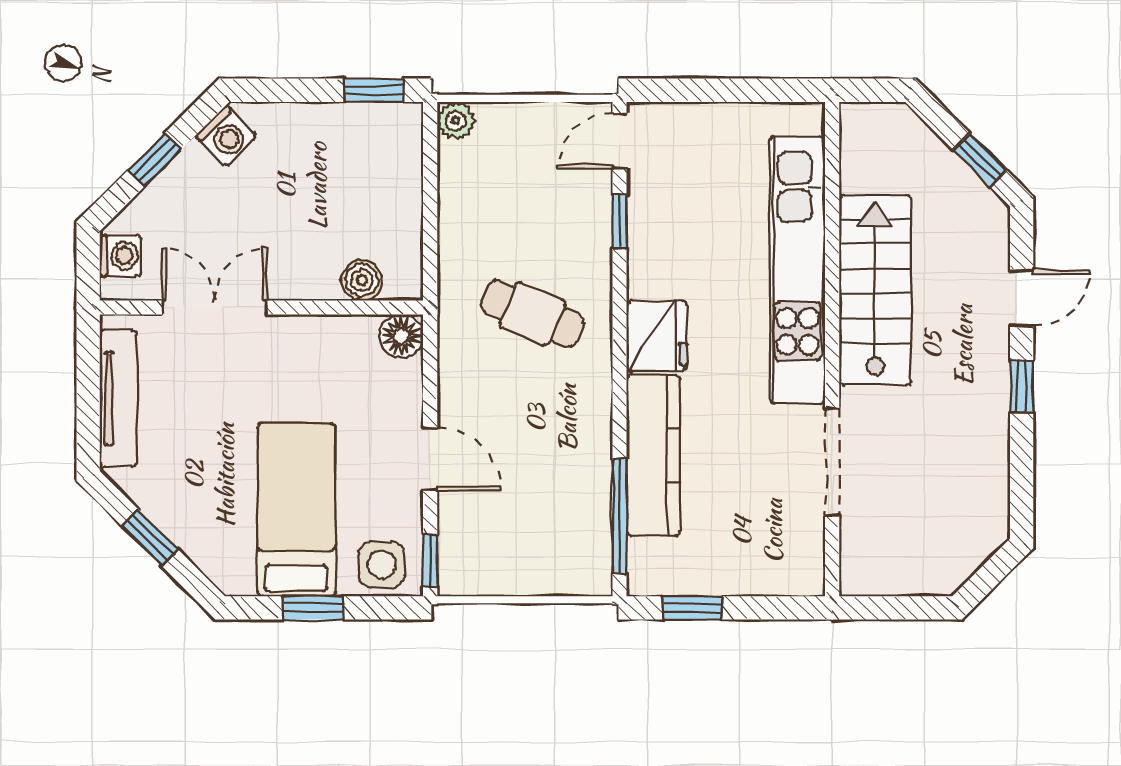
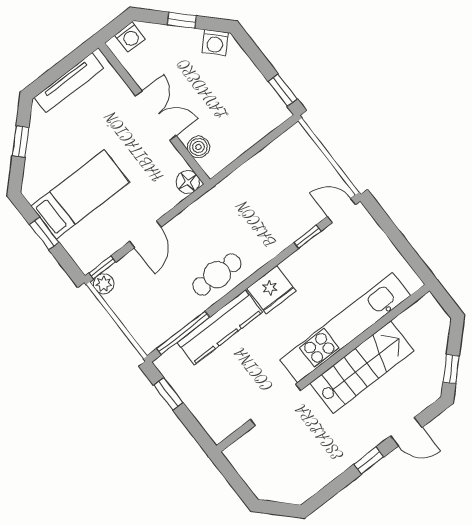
plant: (456, 121) -> (104, 284), moved
double door: (214, 307) -> (156, 116), moved
cafe table: (533, 314) -> (217, 275), moved, turned 67
side table: (382, 565) -> (85, 248), removed

